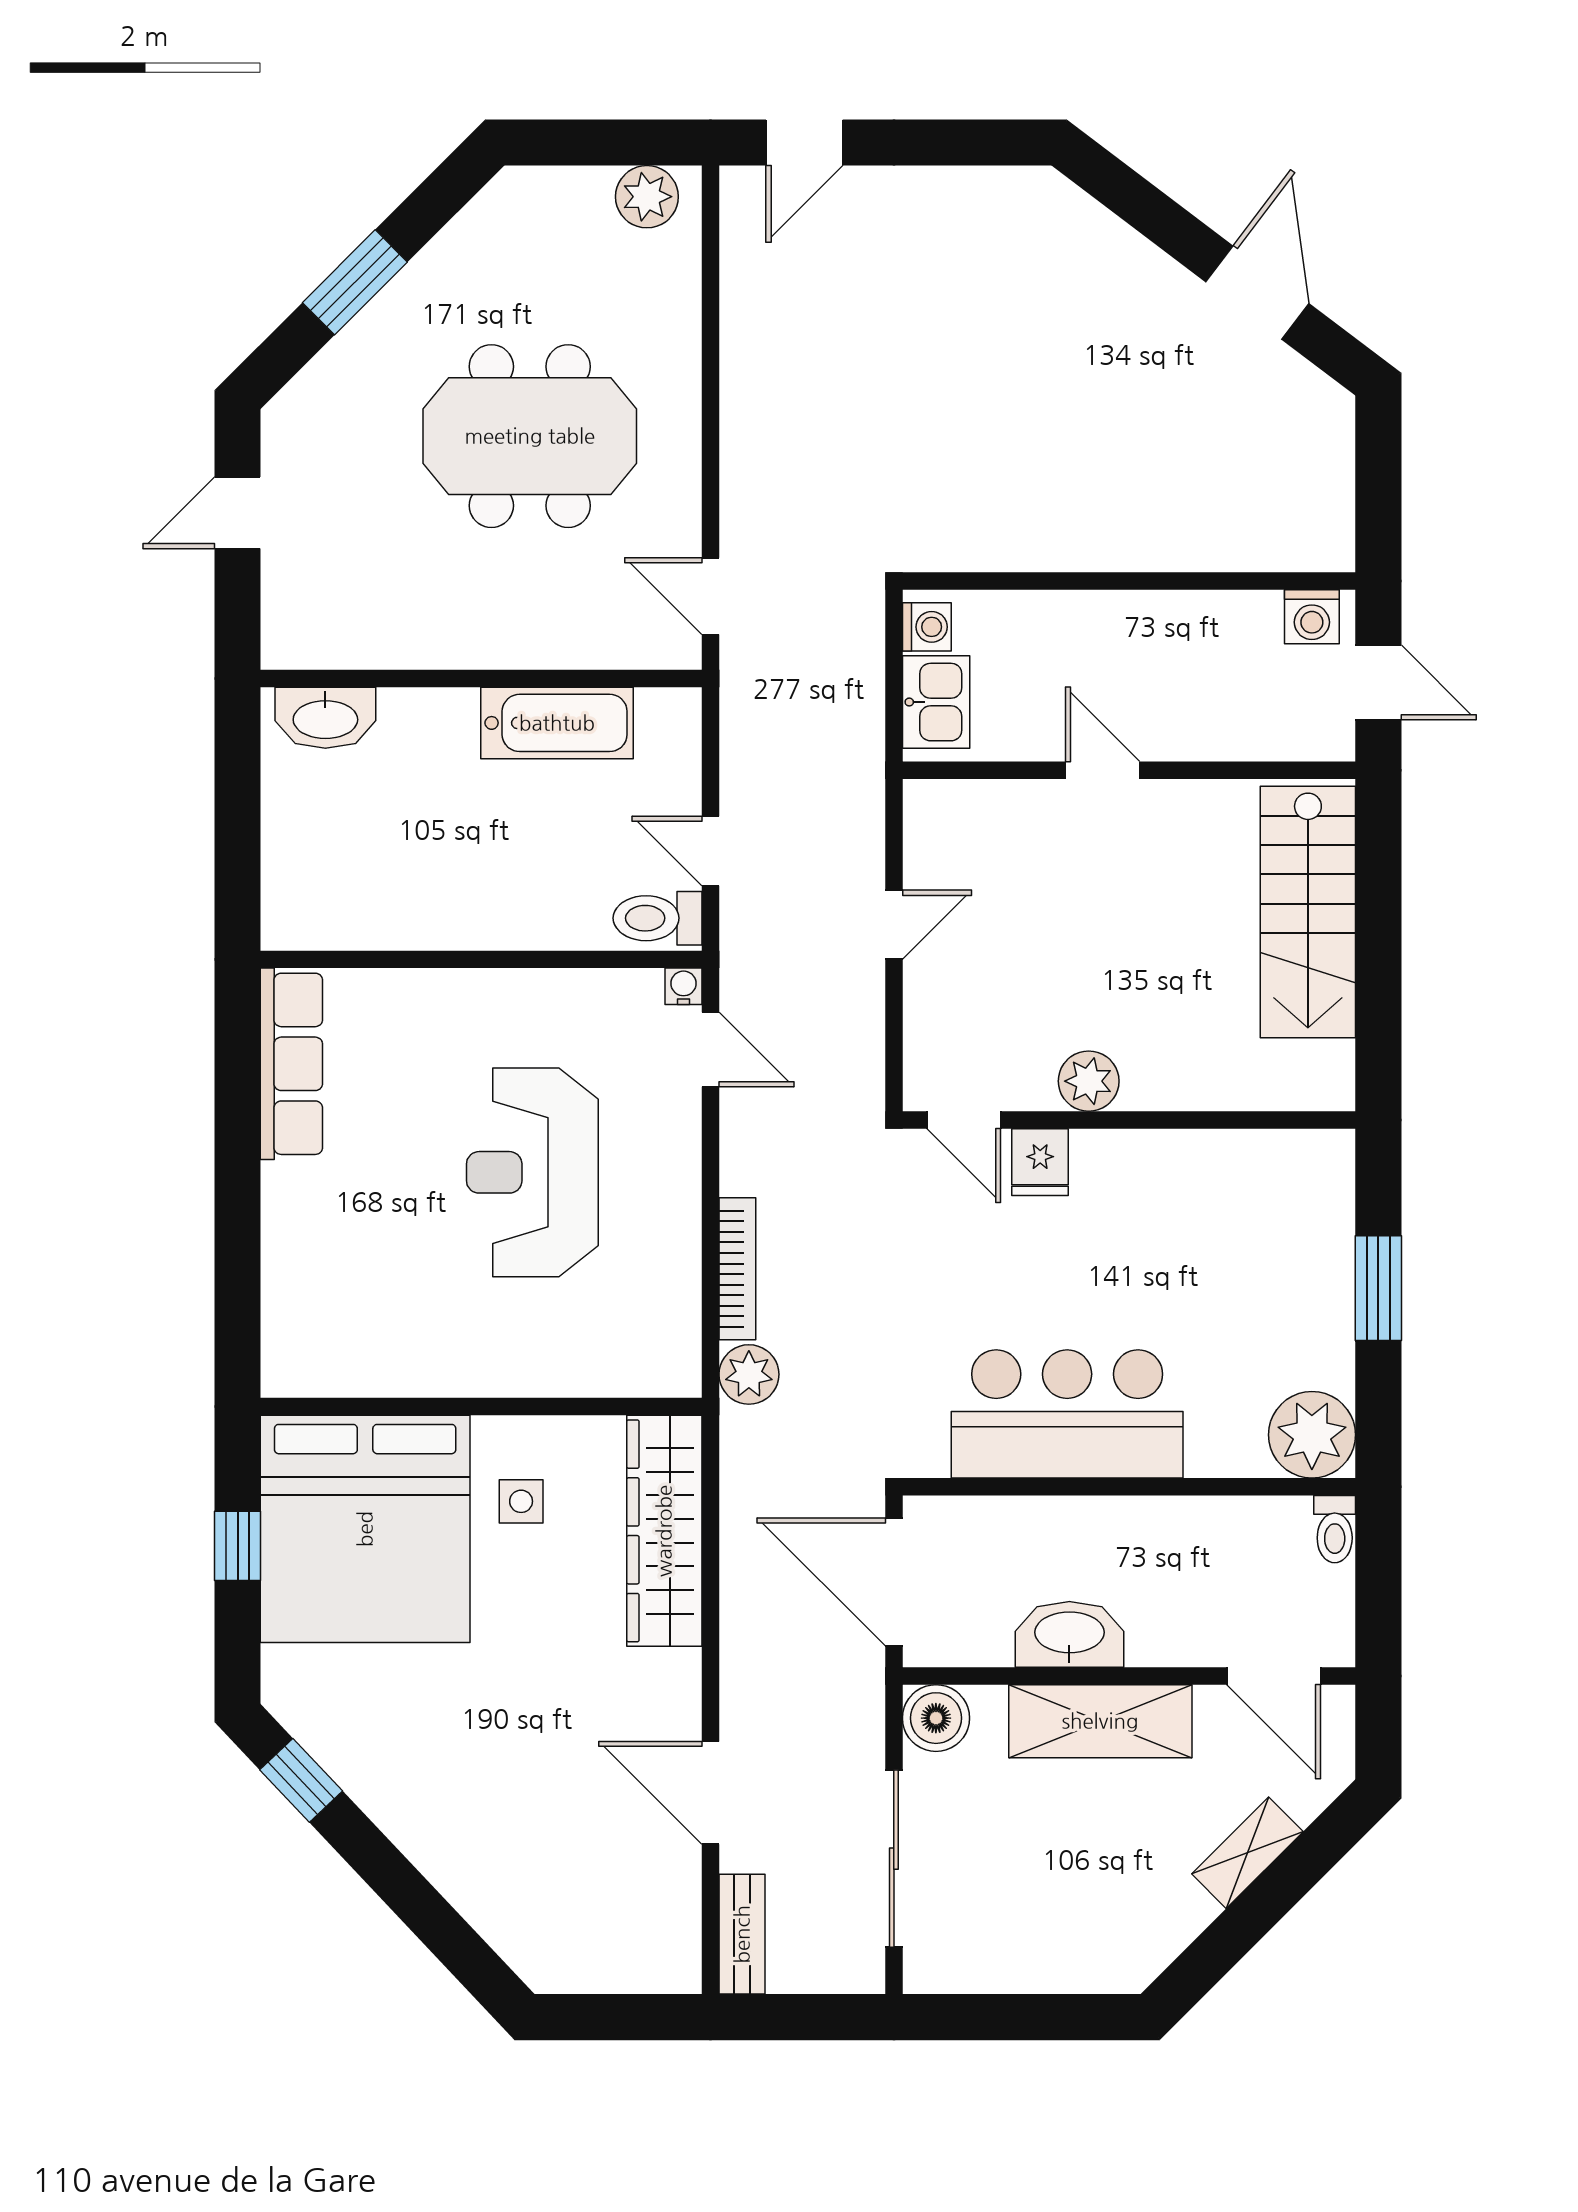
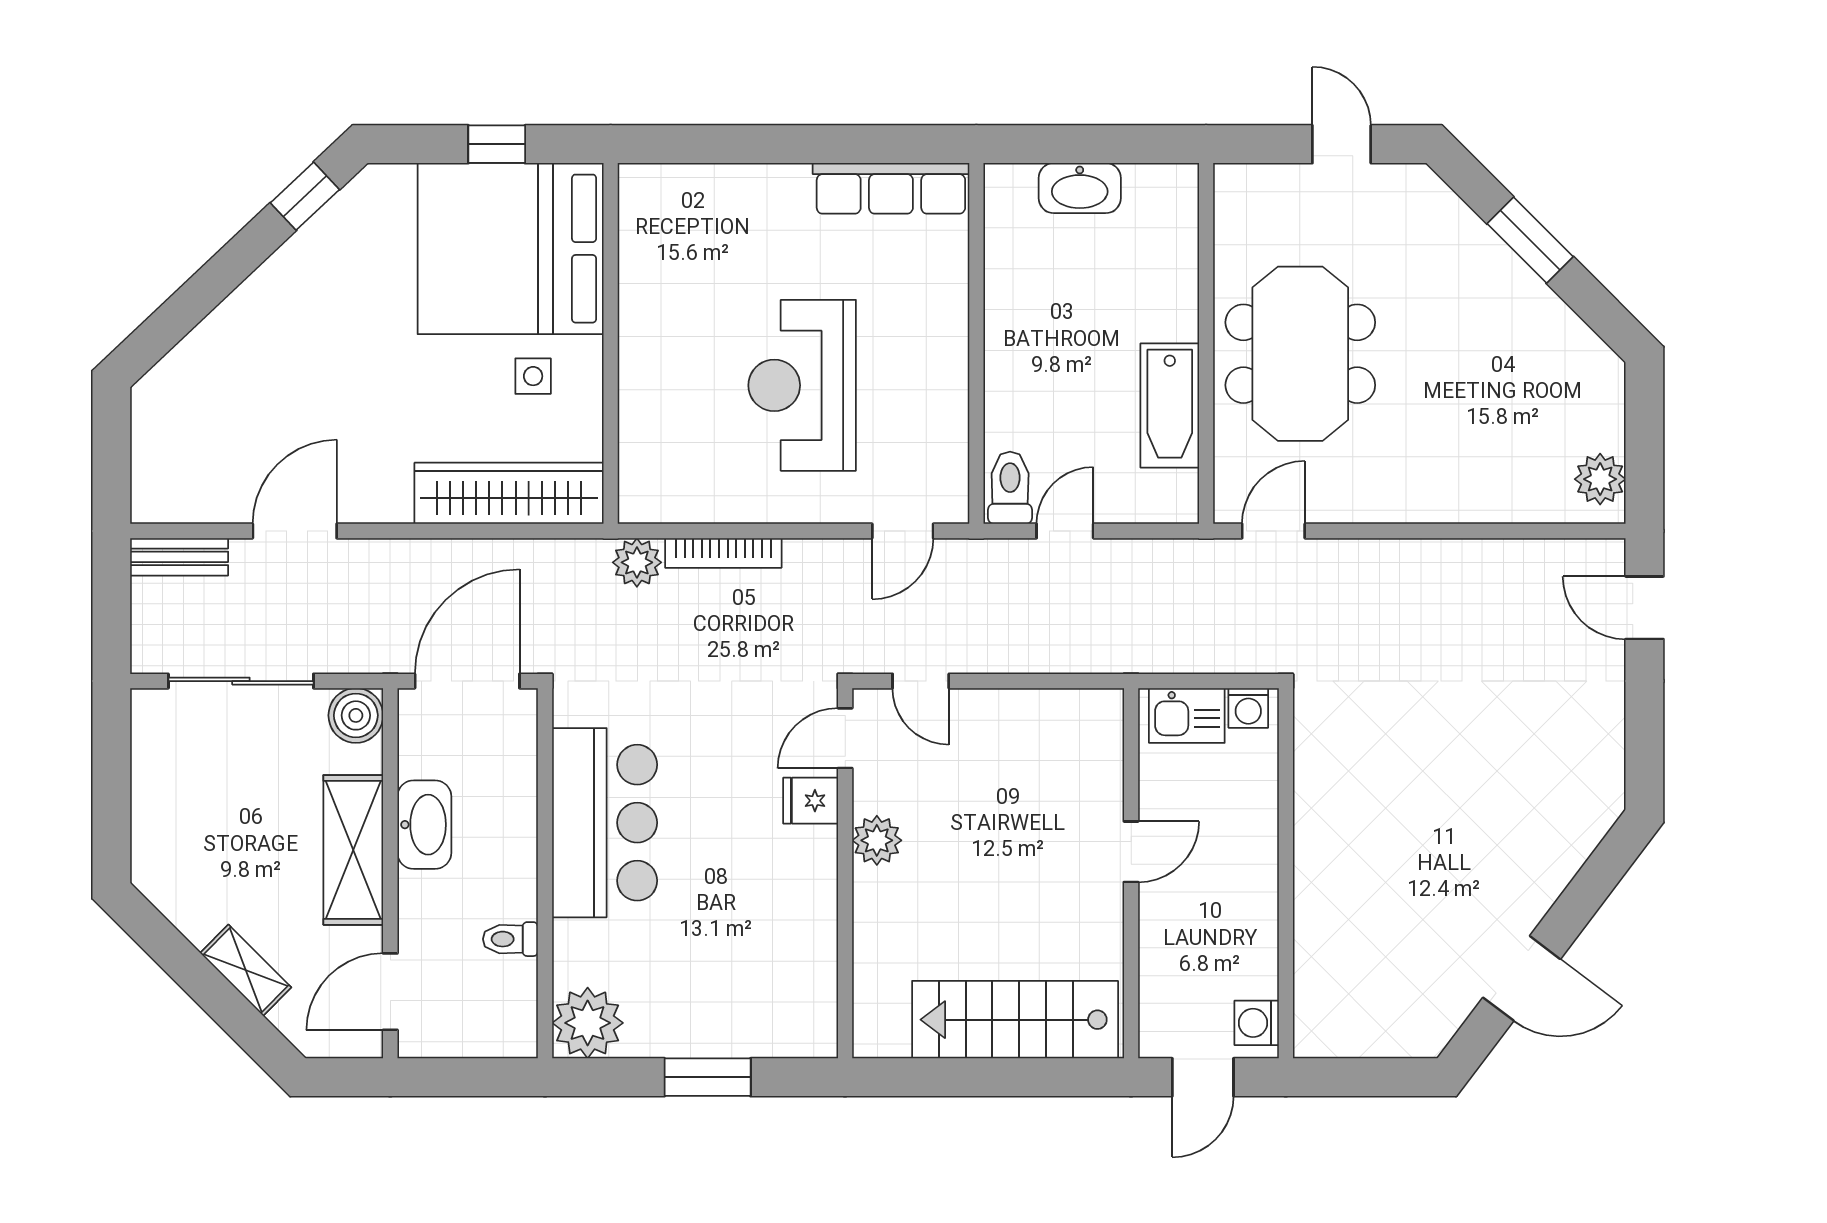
meeting table: (530, 436) -> (1300, 354), moved
washbasin: (325, 718) -> (1080, 188), moved, turned -90
door: (894, 925) -> (921, 681), moved
water cooler: (684, 986) -> (954, 509), removed
reception desk: (532, 1172) -> (802, 385), turned -90
toilet: (1335, 1529) -> (510, 939), moved

